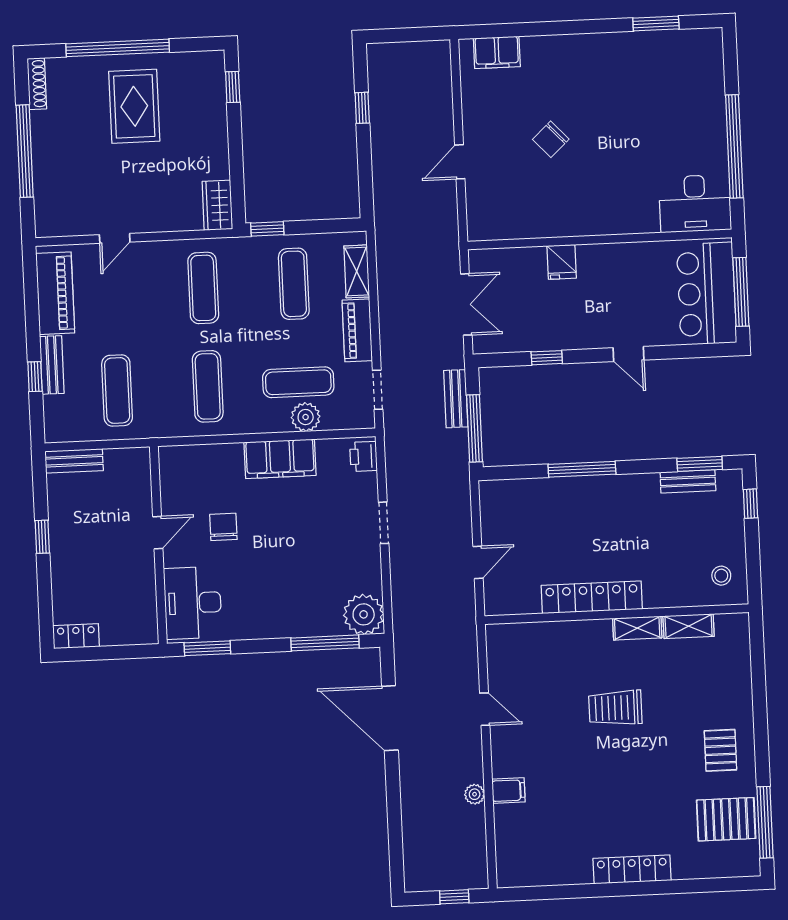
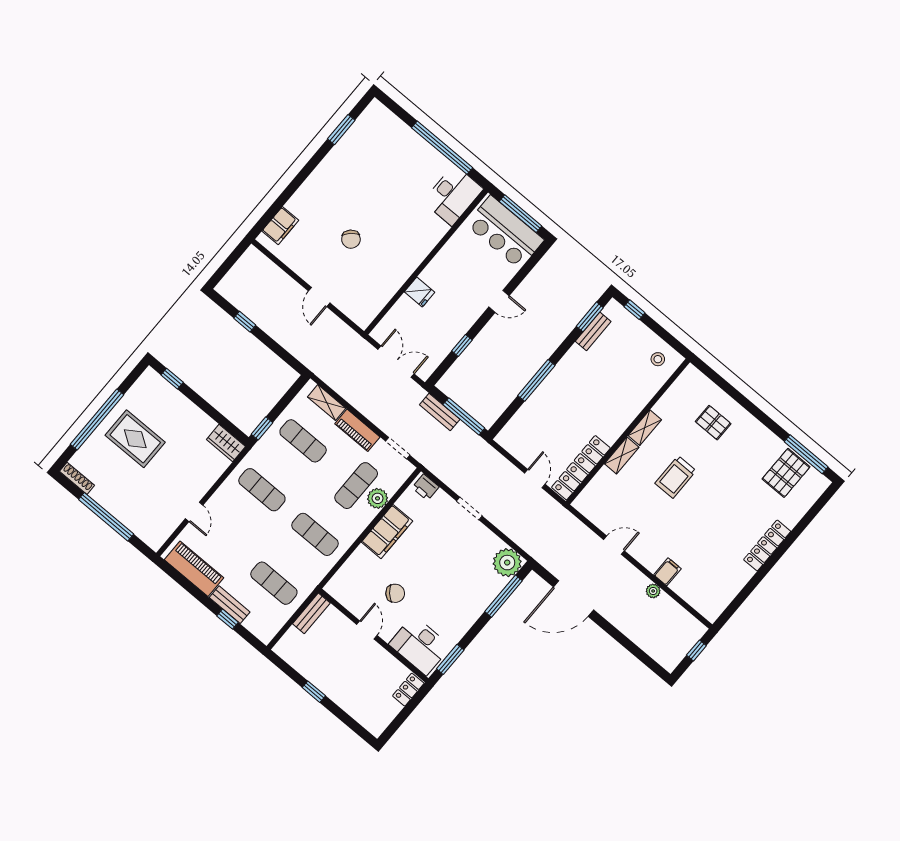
bench: (74, 461) -> (311, 613), moved
chair: (223, 527) -> (395, 593), turned 138
locker: (592, 597) -> (581, 468), moved
shelving: (689, 626) -> (622, 455), moved
locker: (76, 636) -> (408, 690), moved
pallet: (720, 750) -> (713, 423), moved

